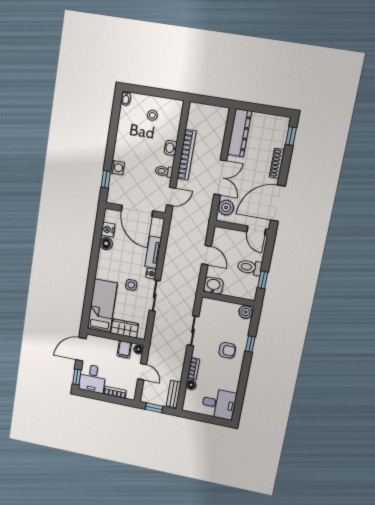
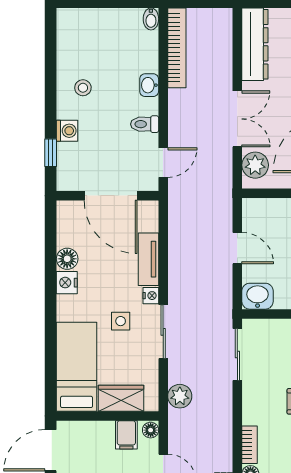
bidet: (126, 98) -> (151, 19), moved
stool: (152, 115) -> (83, 88), moved
bookcase: (187, 155) -> (177, 48), moved
nightstand: (108, 230) -> (67, 283), moved
sliding door: (193, 331) -> (237, 354), moved
plant: (158, 334) -> (180, 396), added

